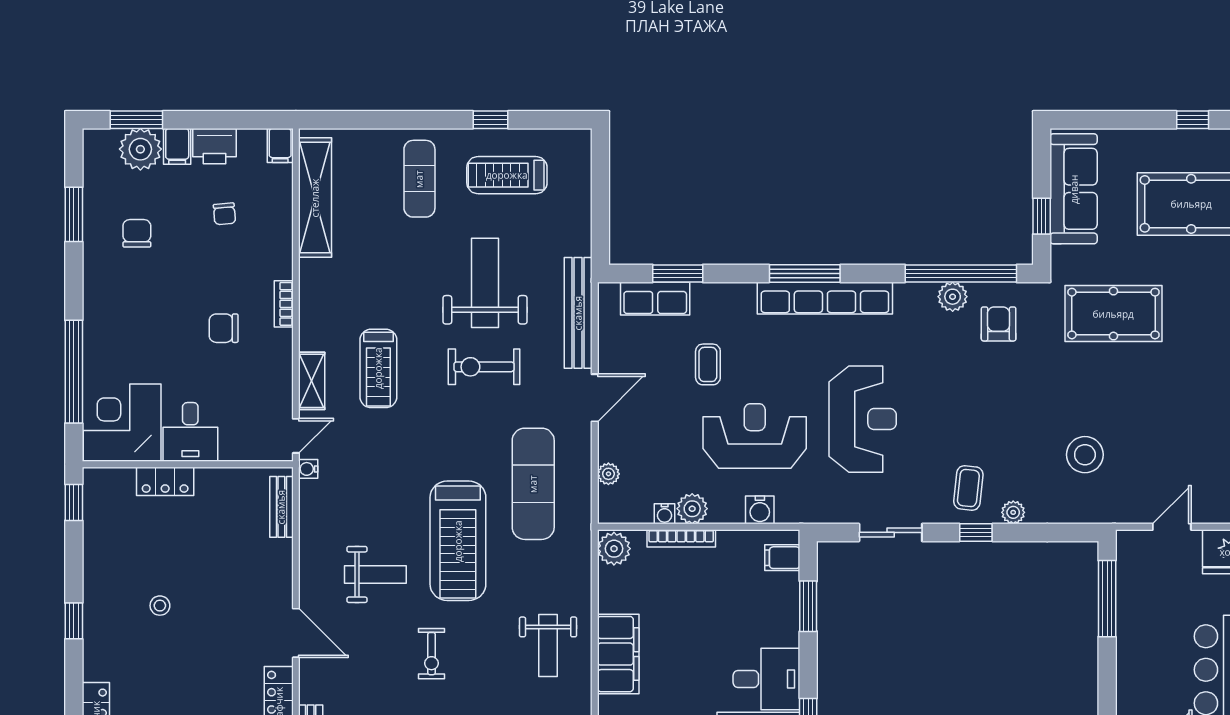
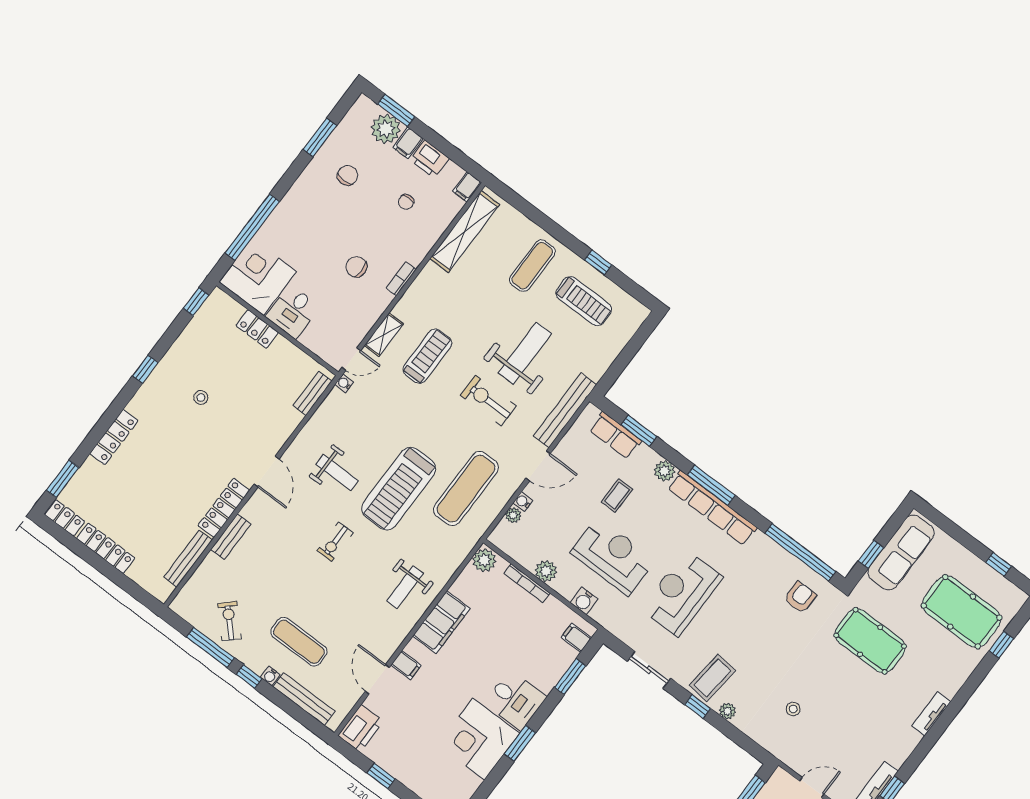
treadmill: (507, 175) -> (584, 301), turned 180
plant: (953, 297) -> (665, 471), moved
treadmill: (378, 368) -> (427, 356), turned 180
reception desk: (863, 419) -> (682, 593), turned 180
stool: (1085, 455) -> (793, 709), width x0.53, depth x0.53
coffee table: (968, 488) -> (712, 678), width x1.36, depth x1.30
water cooler: (665, 514) -> (523, 502), moved, turned 90

